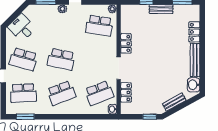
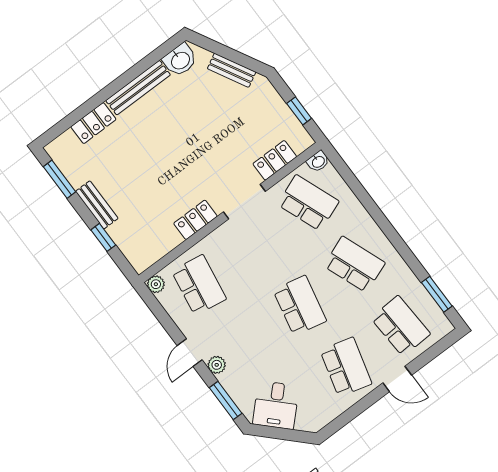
desk: (22, 28) -> (276, 405), moved
window: (150, 117) -> (299, 111), moved

